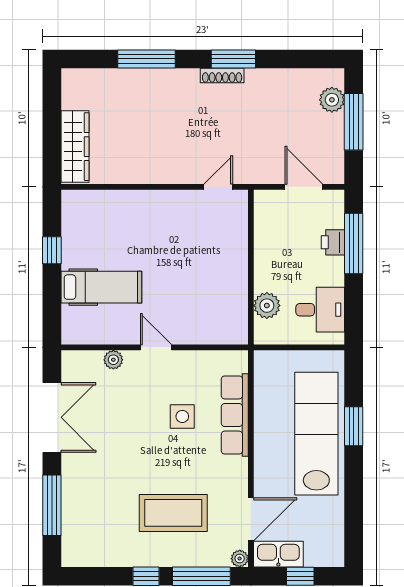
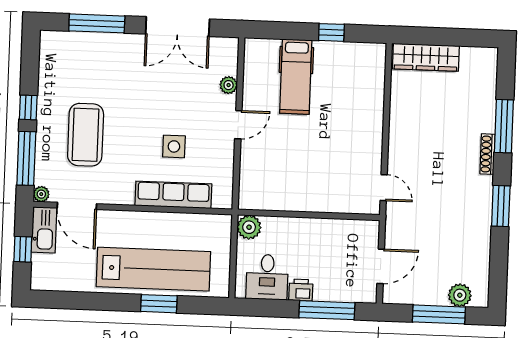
shoe rack: (222, 76) -> (488, 154), moved
printer: (333, 242) -> (301, 290), moved
plant: (267, 306) -> (249, 227), moved

